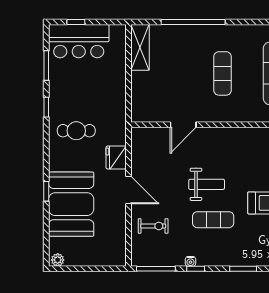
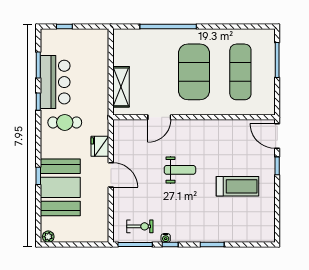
bar counter: (79, 41) -> (55, 82), moved, turned -90
shelving: (140, 47) -> (121, 87), moved
exercise mat: (223, 73) -> (194, 72), width x2.00, depth x1.45
exercise mat: (213, 220) -> (186, 201), removed
exercise bike: (153, 226) -> (140, 226), moved

